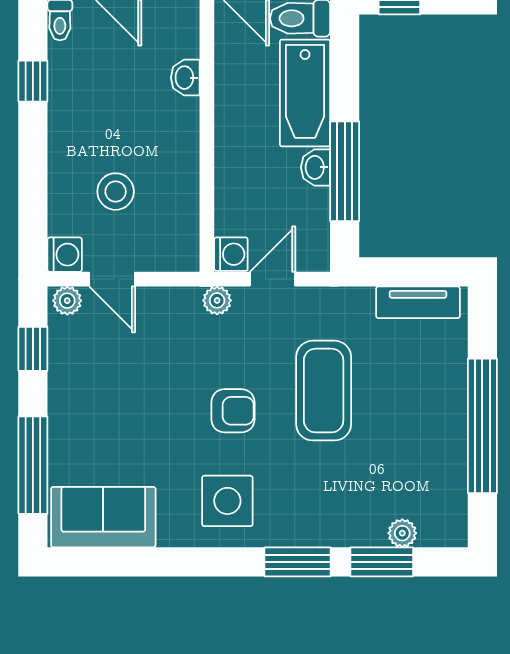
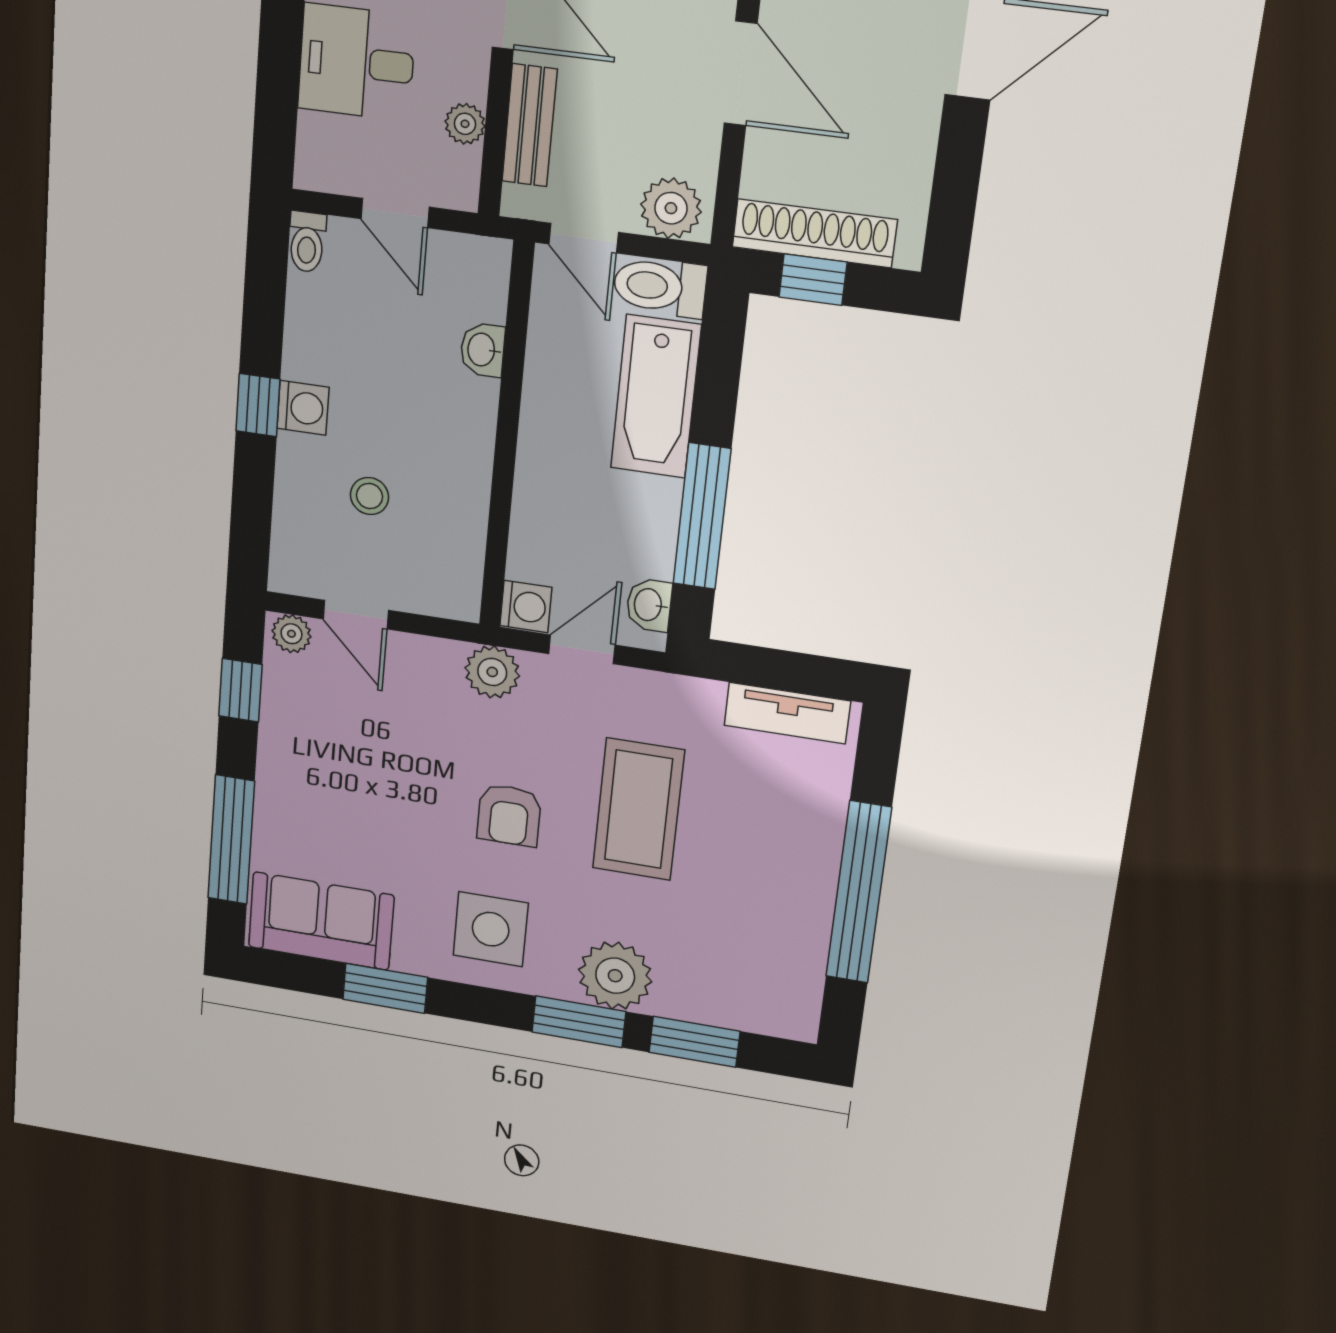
window: (33, 81) -> (258, 405), moved
washbasin: (316, 167) -> (649, 605), moved
stool: (116, 192) -> (369, 496), width x0.73, depth x0.73
washing machine: (65, 255) -> (303, 408), moved
plant: (217, 300) -> (492, 672), width x1.38, depth x1.38
armchair: (233, 411) -> (509, 815), turned 90
plant: (402, 533) -> (615, 976), moved, width x1.88, depth x1.88
window: (154, 562) -> (385, 988), added

